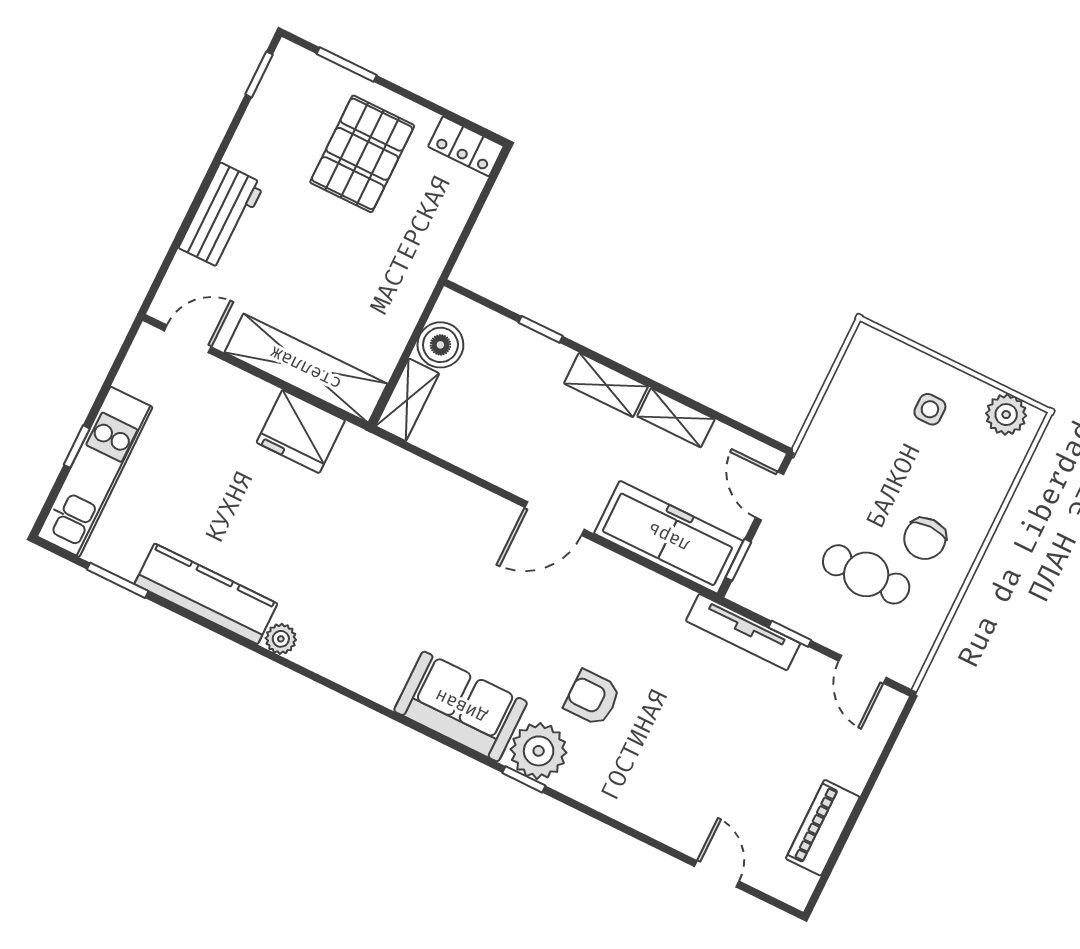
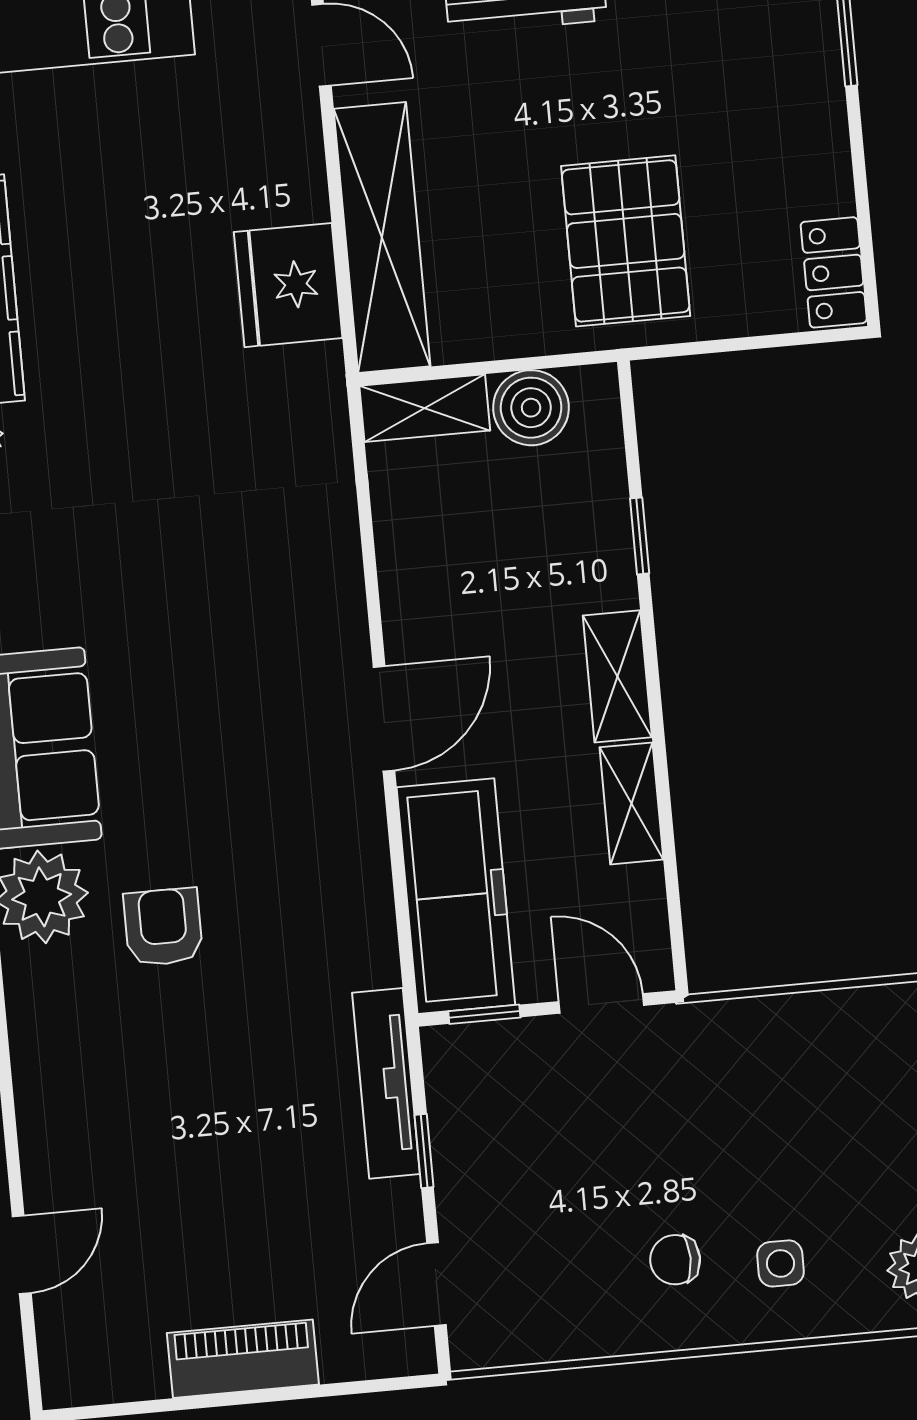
pallet: (362, 154) -> (626, 241), moved, turned 90
side table: (930, 409) -> (780, 1263), moved
door: (770, 496) -> (601, 1003), hinge flipped
door: (554, 518) -> (384, 719), swing flipped
chair: (925, 539) -> (675, 1260), width x0.73, depth x0.73
cafe table: (866, 574) -> (574, 1208), removed
piano: (823, 828) -> (243, 1359), moved

